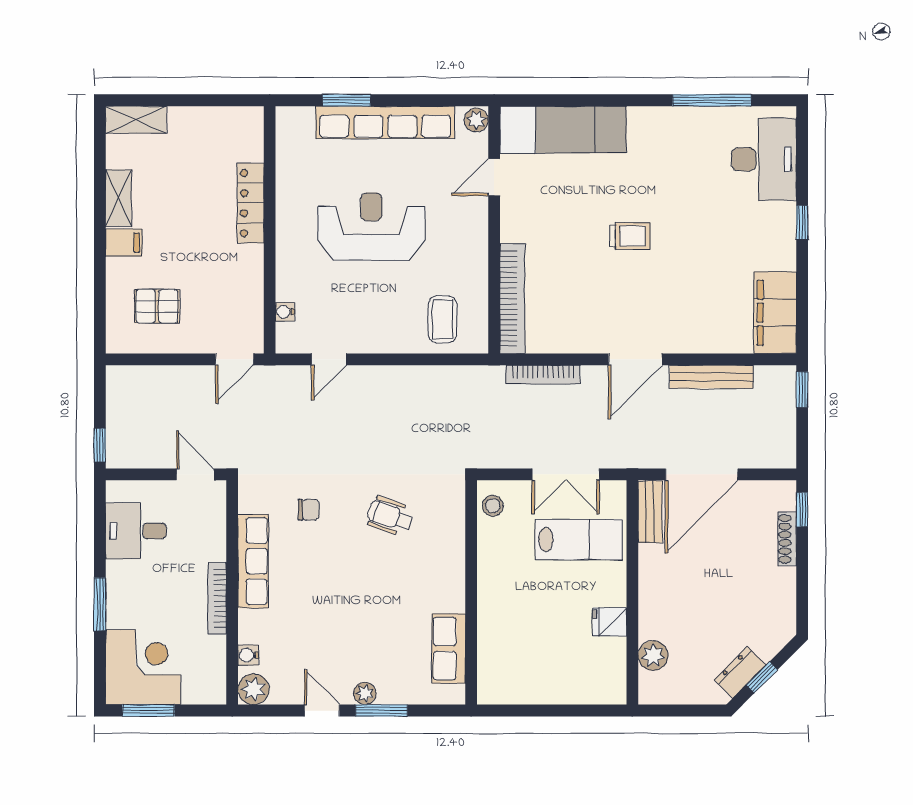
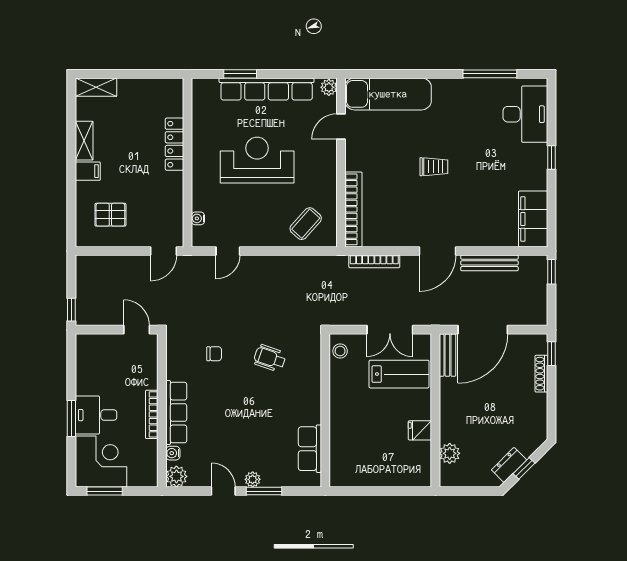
coffee table: (443, 319) -> (306, 224), turned 42
desk: (136, 531) -> (96, 415), moved
row of seats: (253, 561) -> (176, 412), moved

